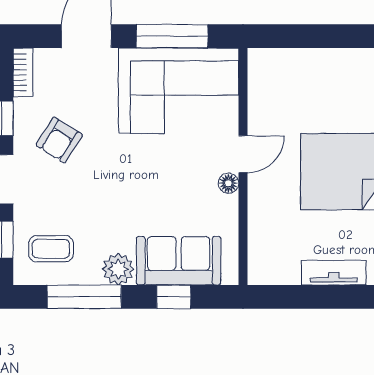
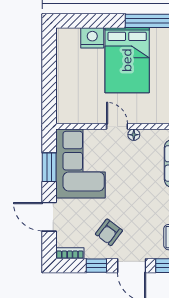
window: (172, 36) -> (49, 167), width x0.69
armchair: (59, 140) -> (109, 232), turned 95

